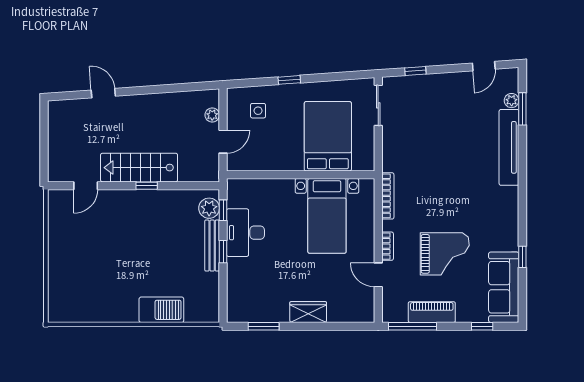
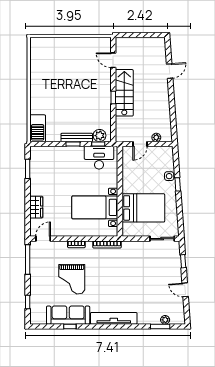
door: (484, 66) -> (185, 290), moved
side table: (258, 111) -> (169, 176), moved
door: (223, 142) -> (140, 144), hinge flipped
tv unit: (509, 147) -> (114, 318), moved
desk: (245, 233) -> (99, 158), moved
door: (378, 275) -> (43, 239), moved
sofa: (504, 287) -> (68, 315), moved
barbecue: (161, 310) -> (38, 128), moved
wardrobe: (308, 312) -> (36, 207), moved
piano: (432, 312) -> (36, 271), removed

